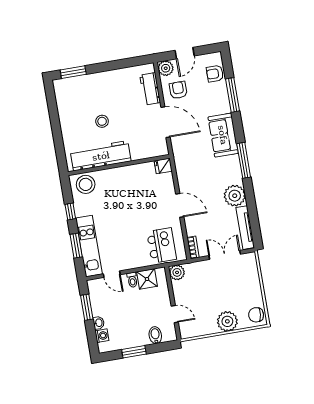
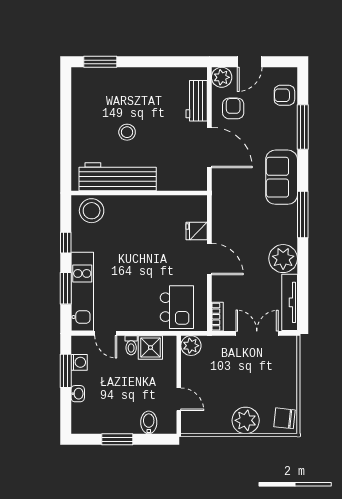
fridge: (163, 166) -> (197, 231), moved
washing machine: (102, 336) -> (79, 362), moved

